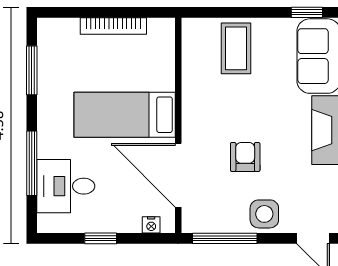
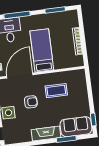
coffee table: (236, 48) -> (56, 91), moved

